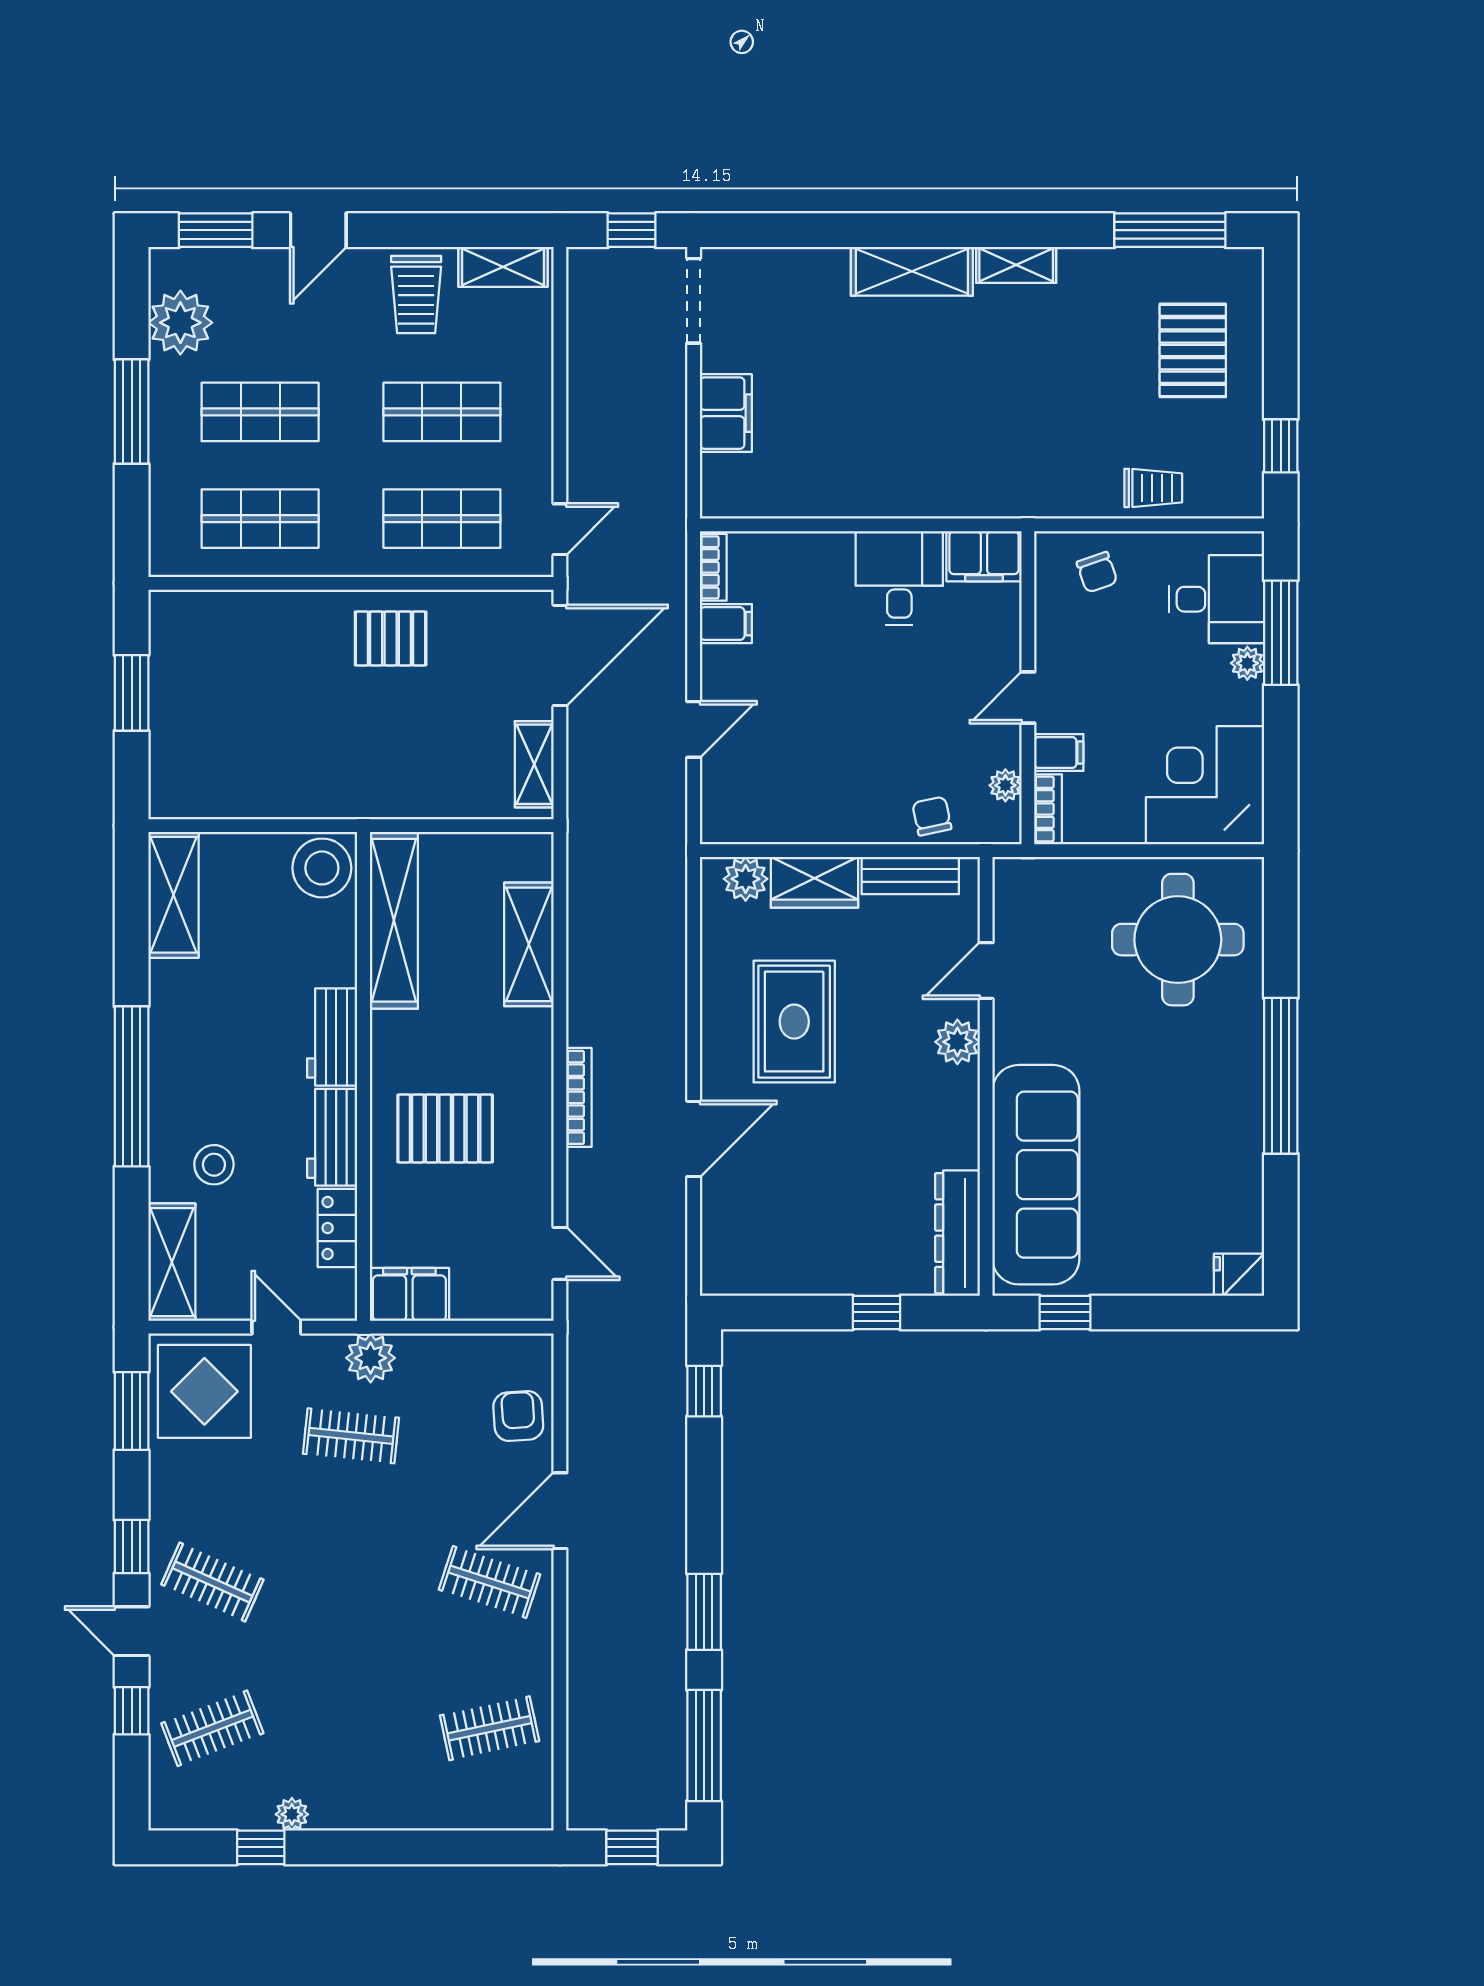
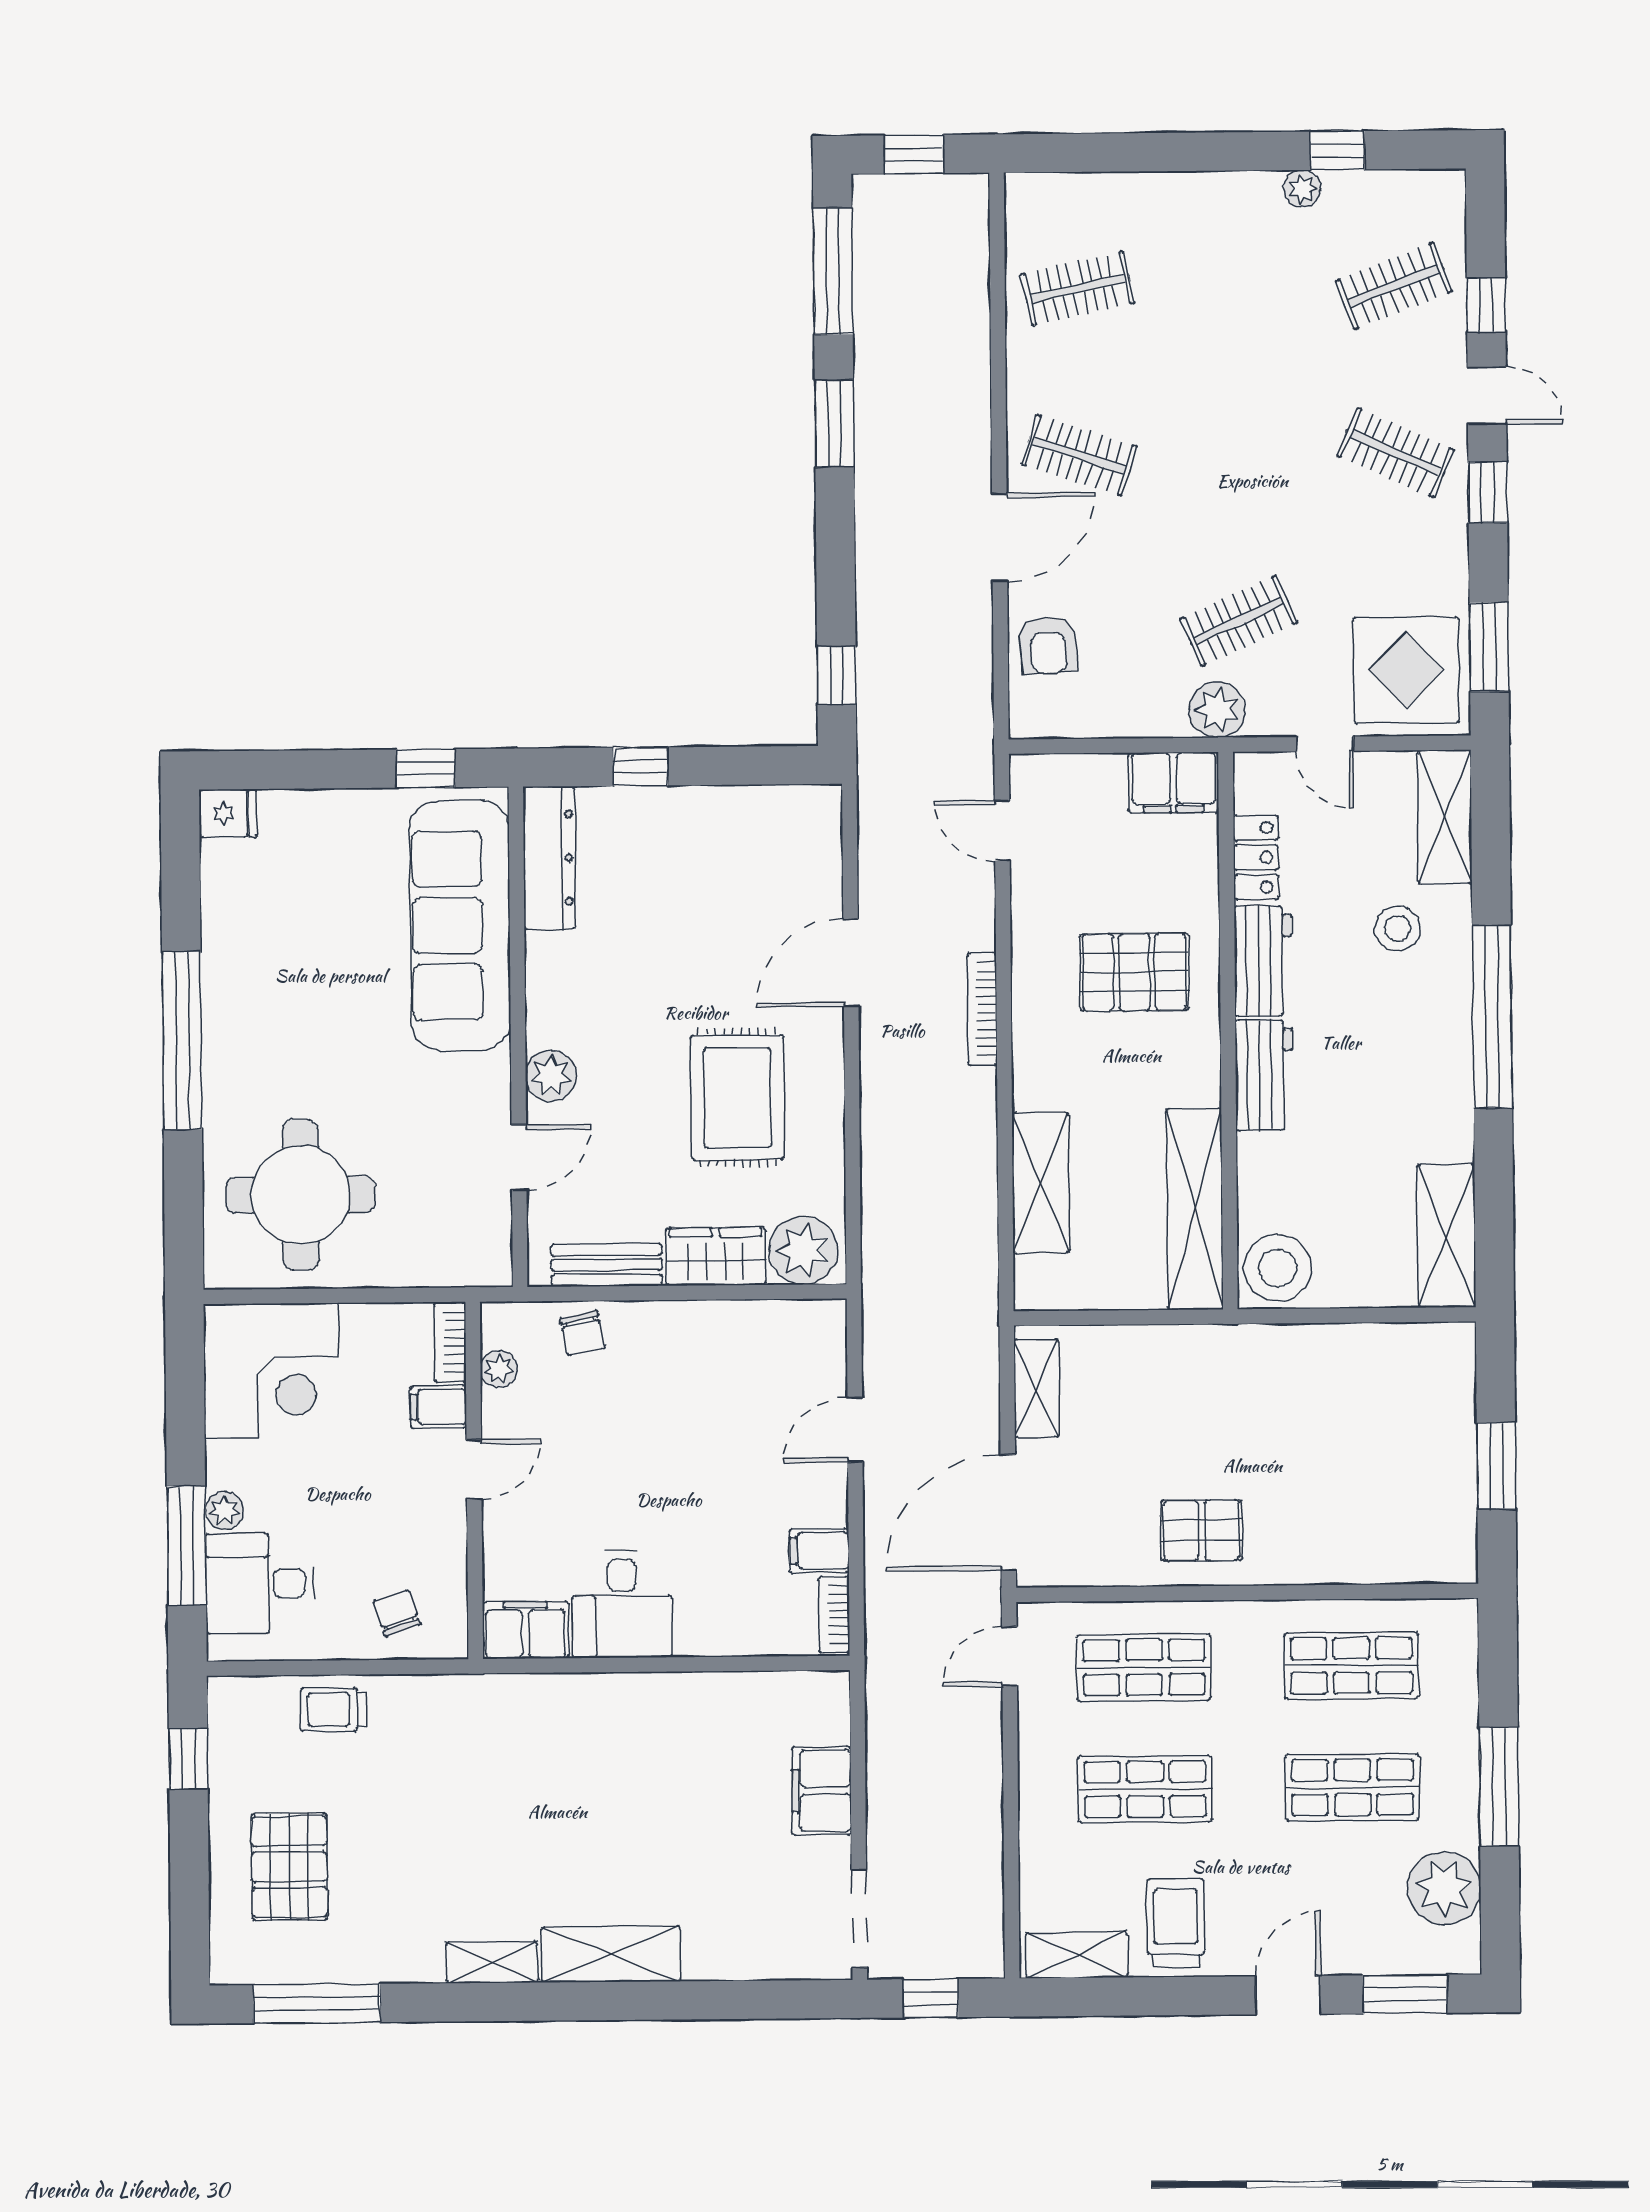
plant: (746, 879) -> (803, 1250), width x1.36, depth x1.36
clothes rail: (351, 1436) -> (1239, 621), turned -30

